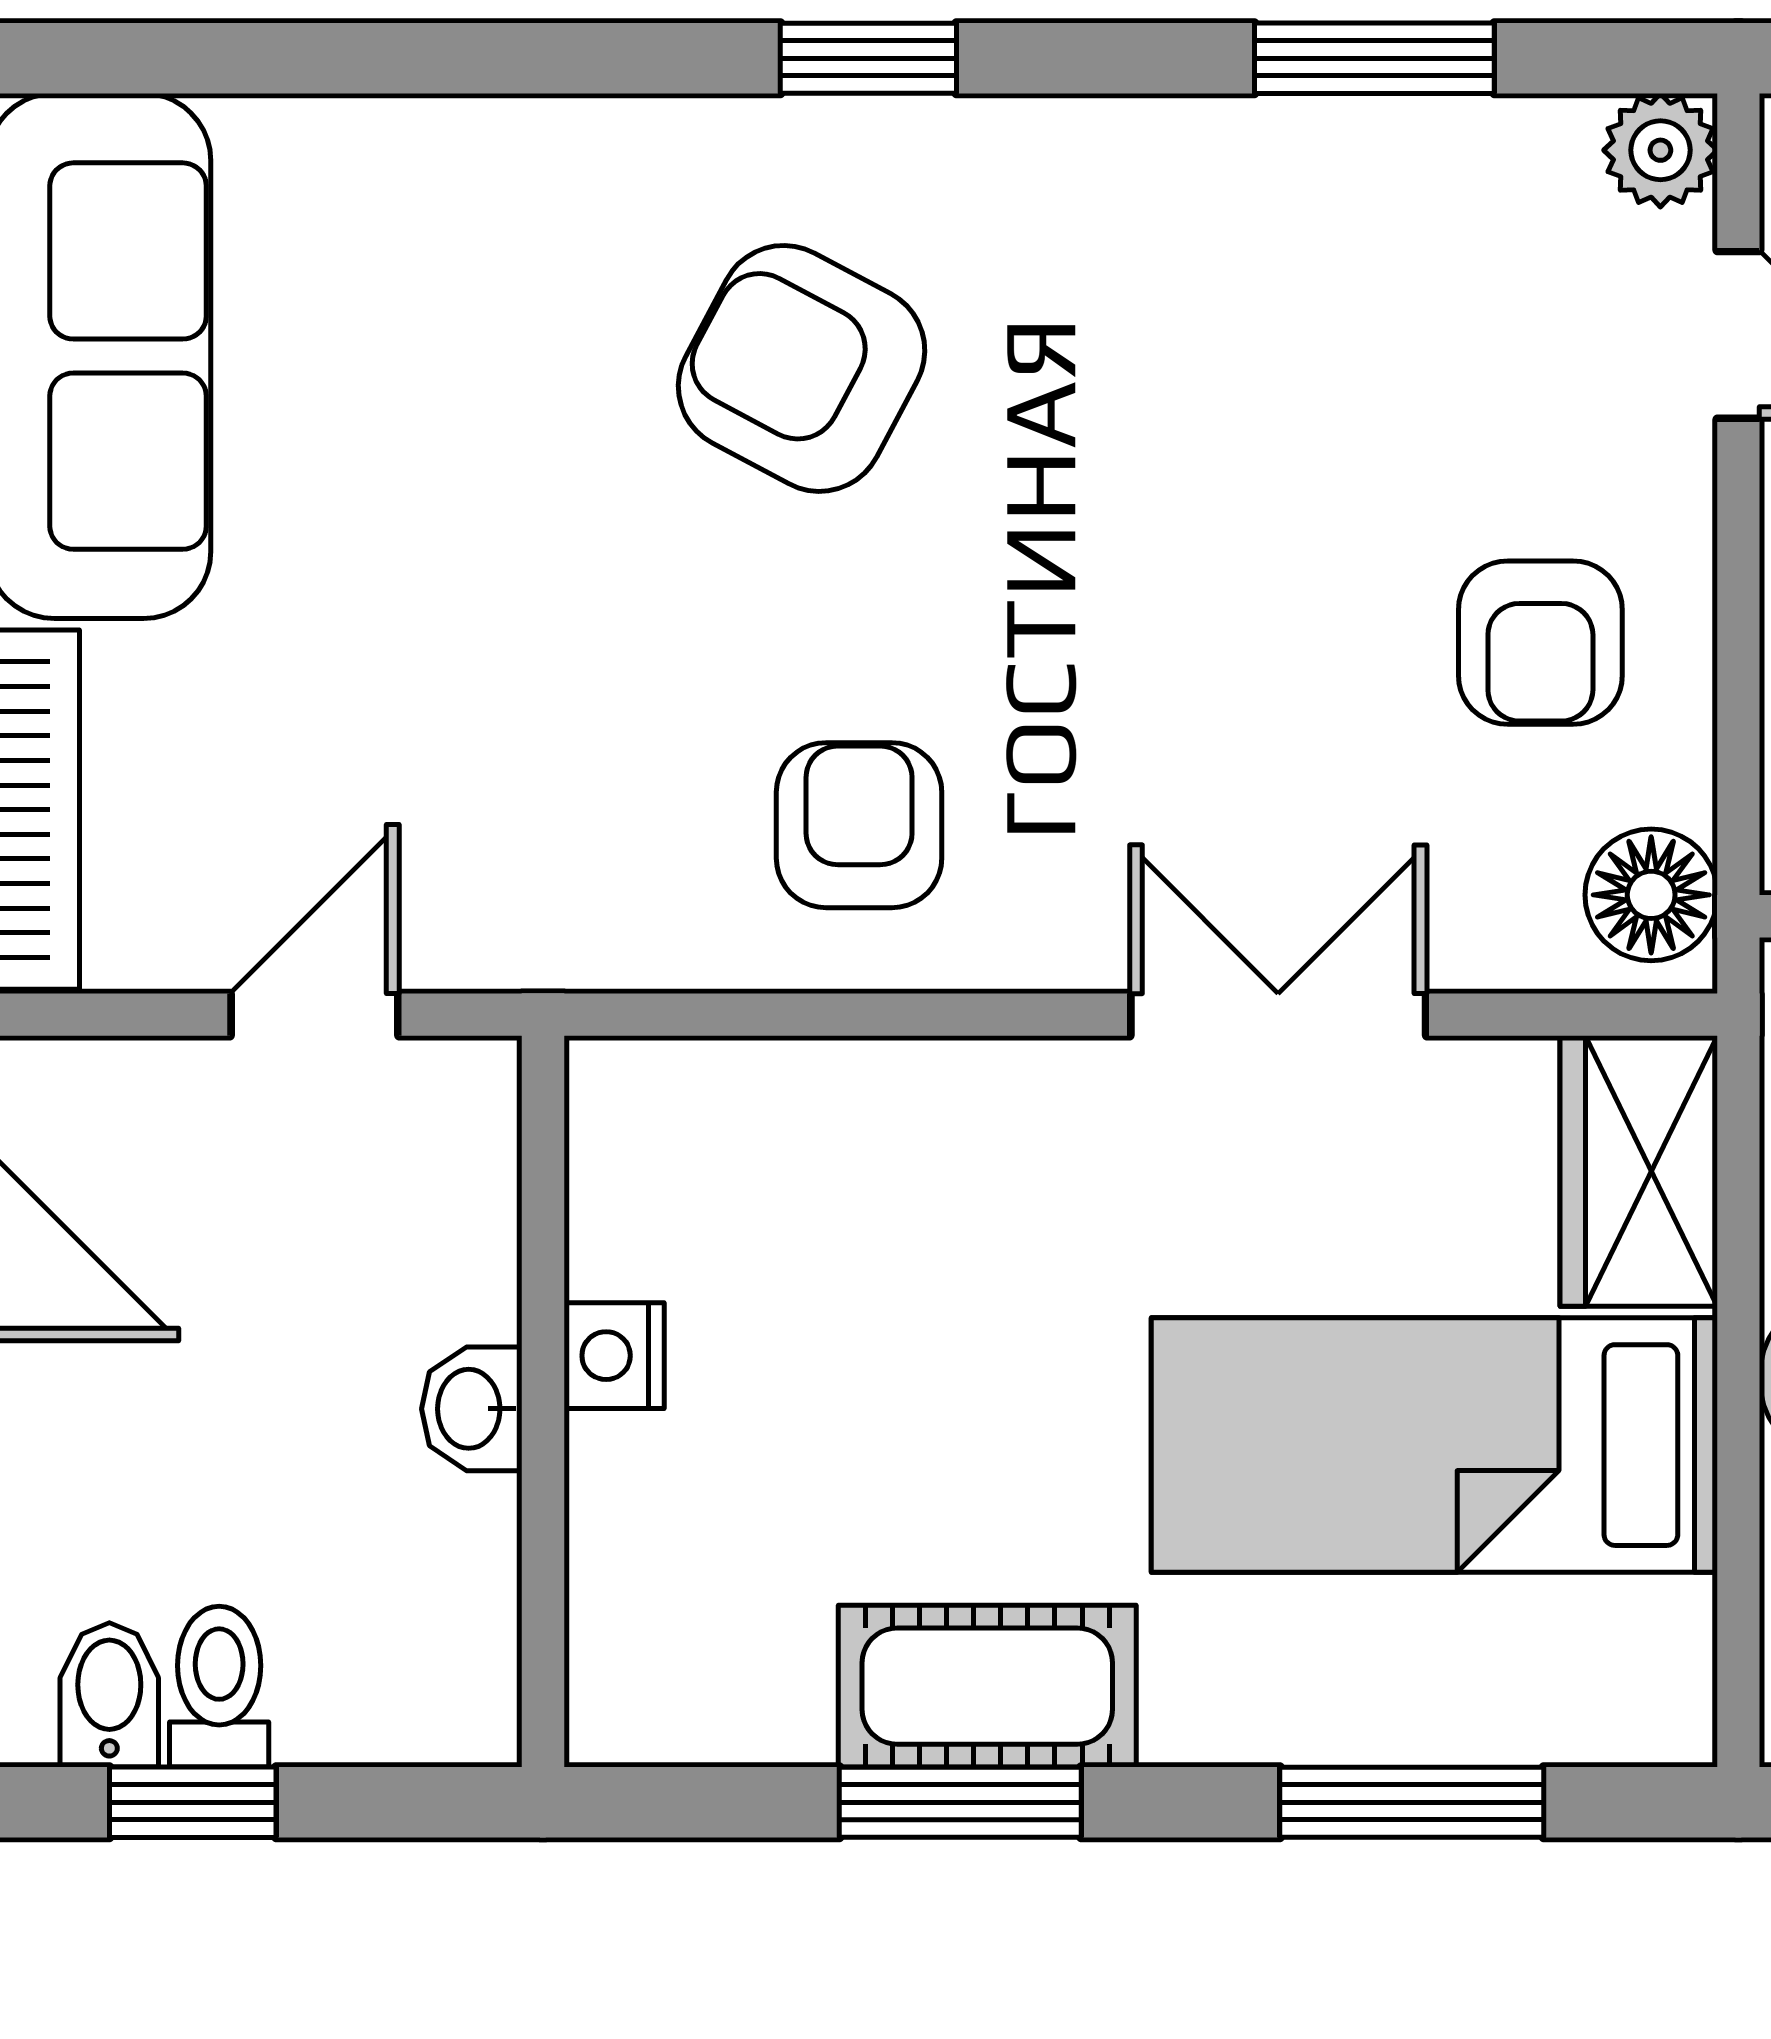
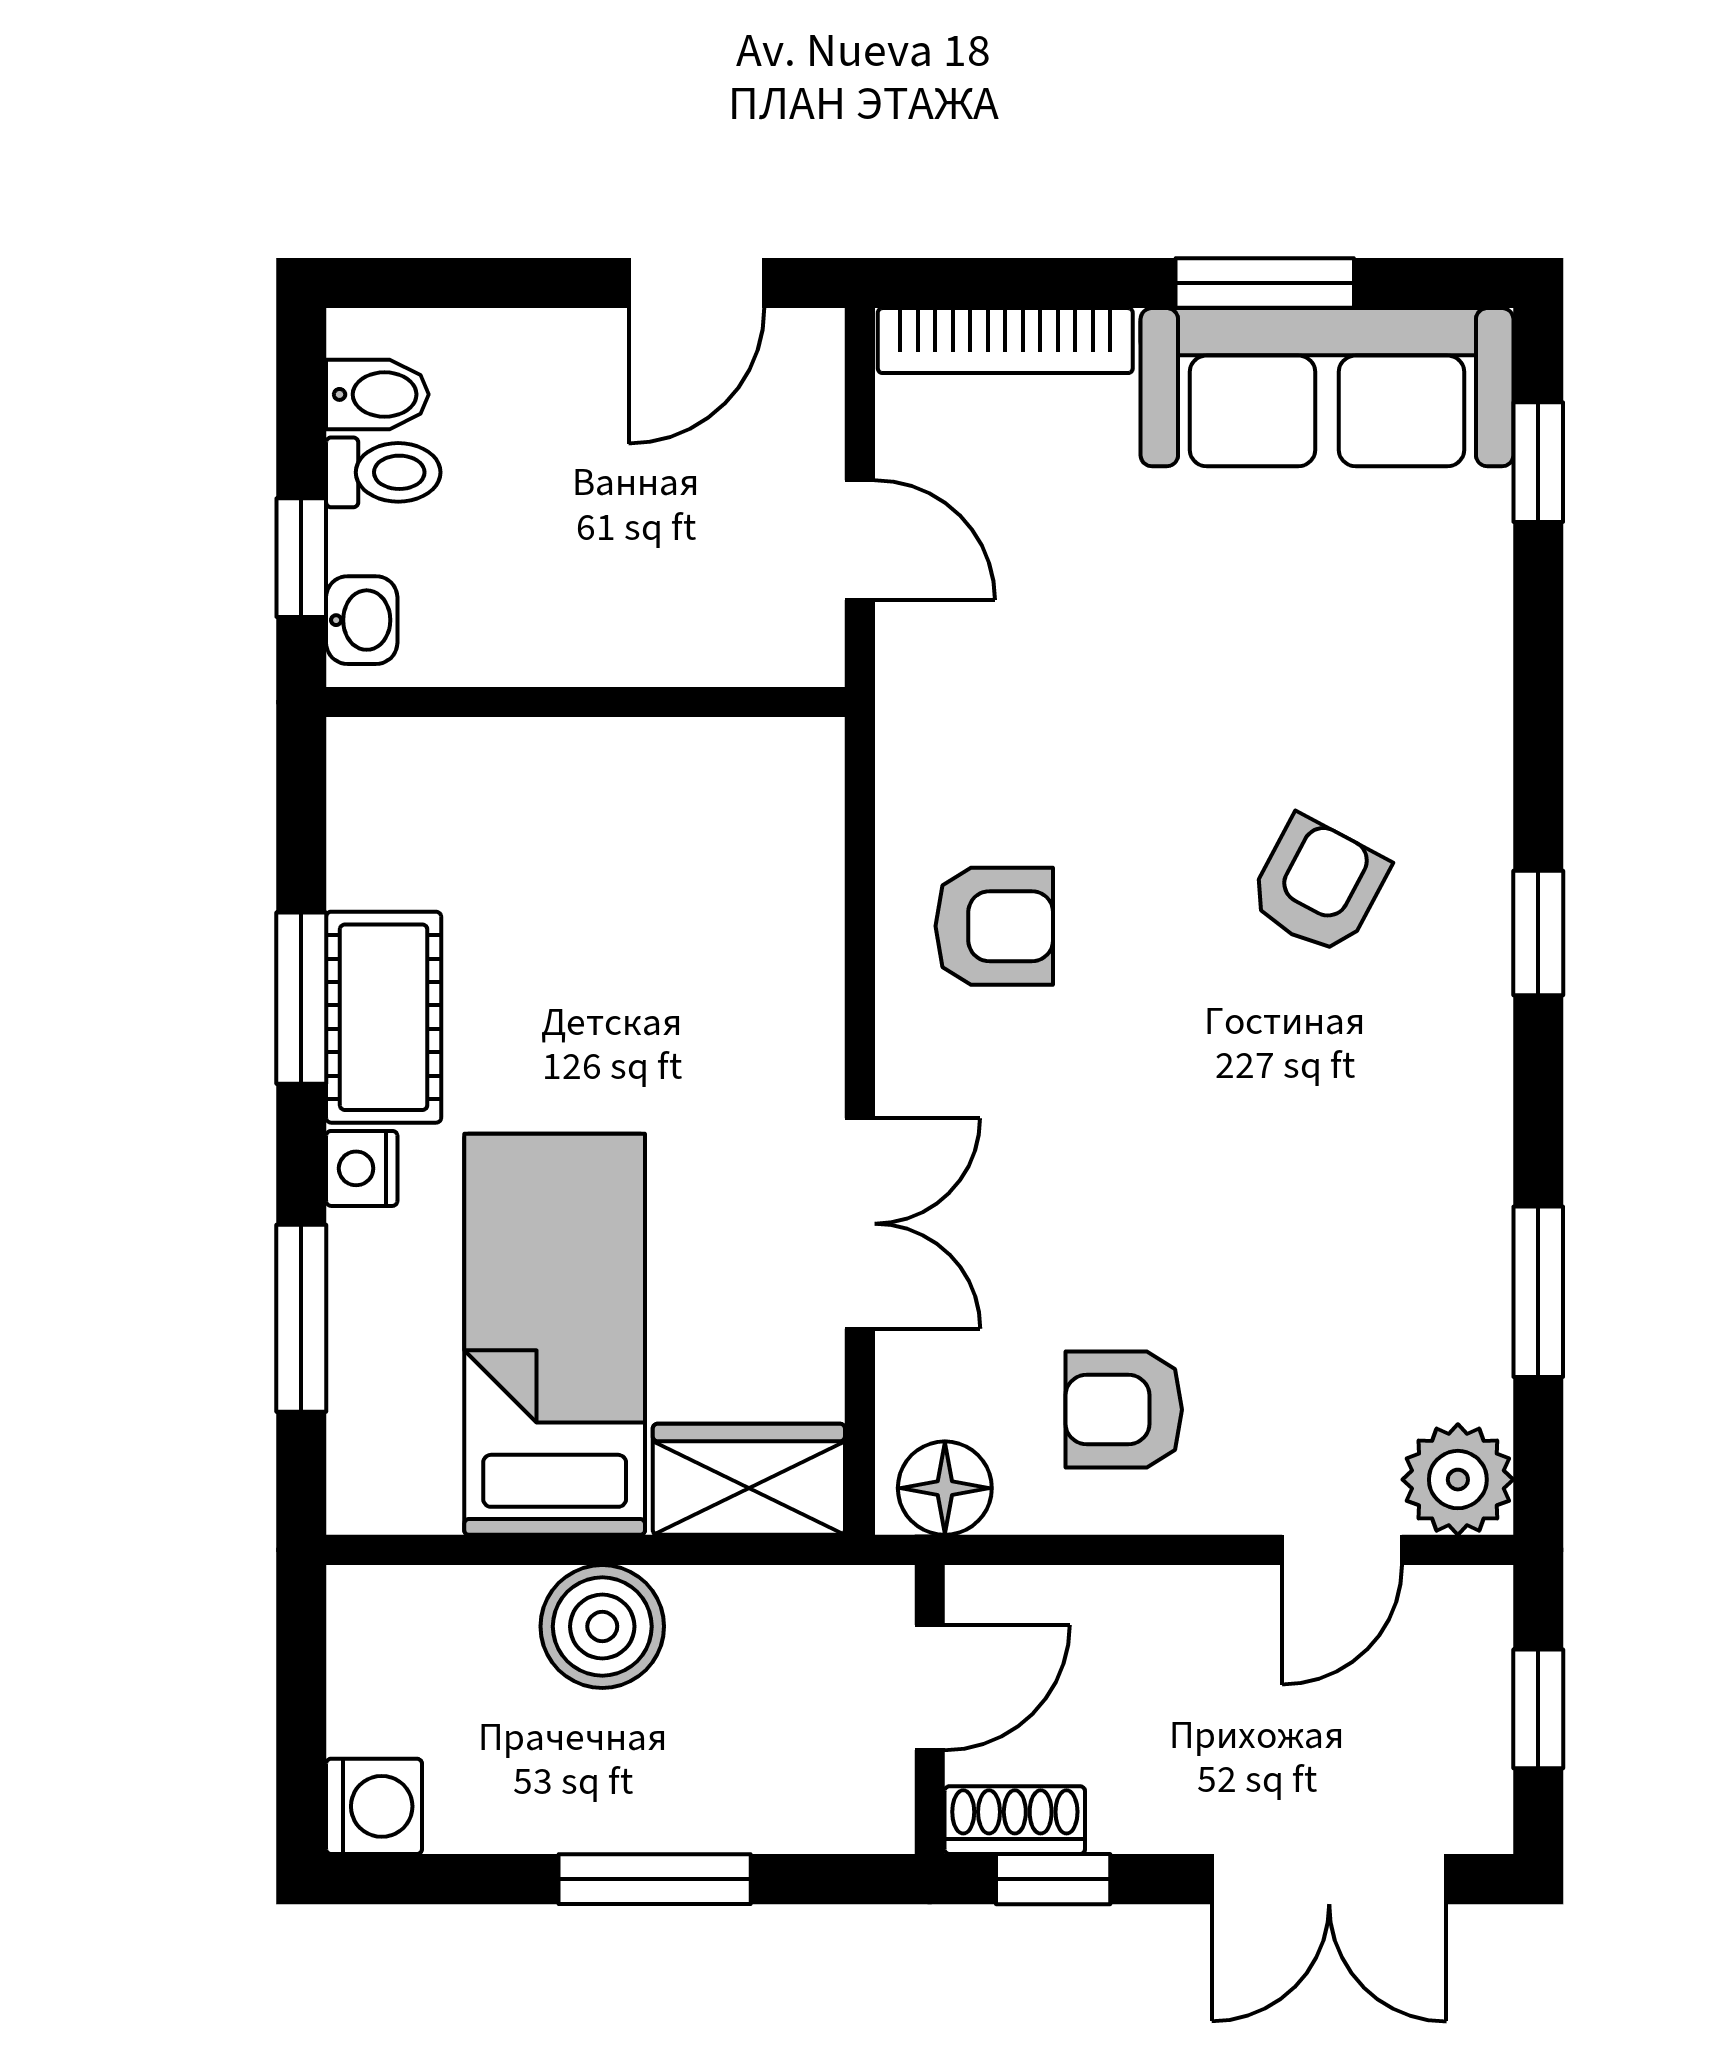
window: (205, 58) -> (1538, 462), added
plant: (1660, 150) -> (1458, 1480), width x1.38, depth x1.38
armchair: (802, 368) -> (1318, 885), width x0.72, depth x0.72
nightstand: (614, 1356) -> (362, 1168), moved, turned -90
washbasin: (472, 1409) -> (362, 620), moved, turned 90
window: (193, 1802) -> (301, 558), moved

